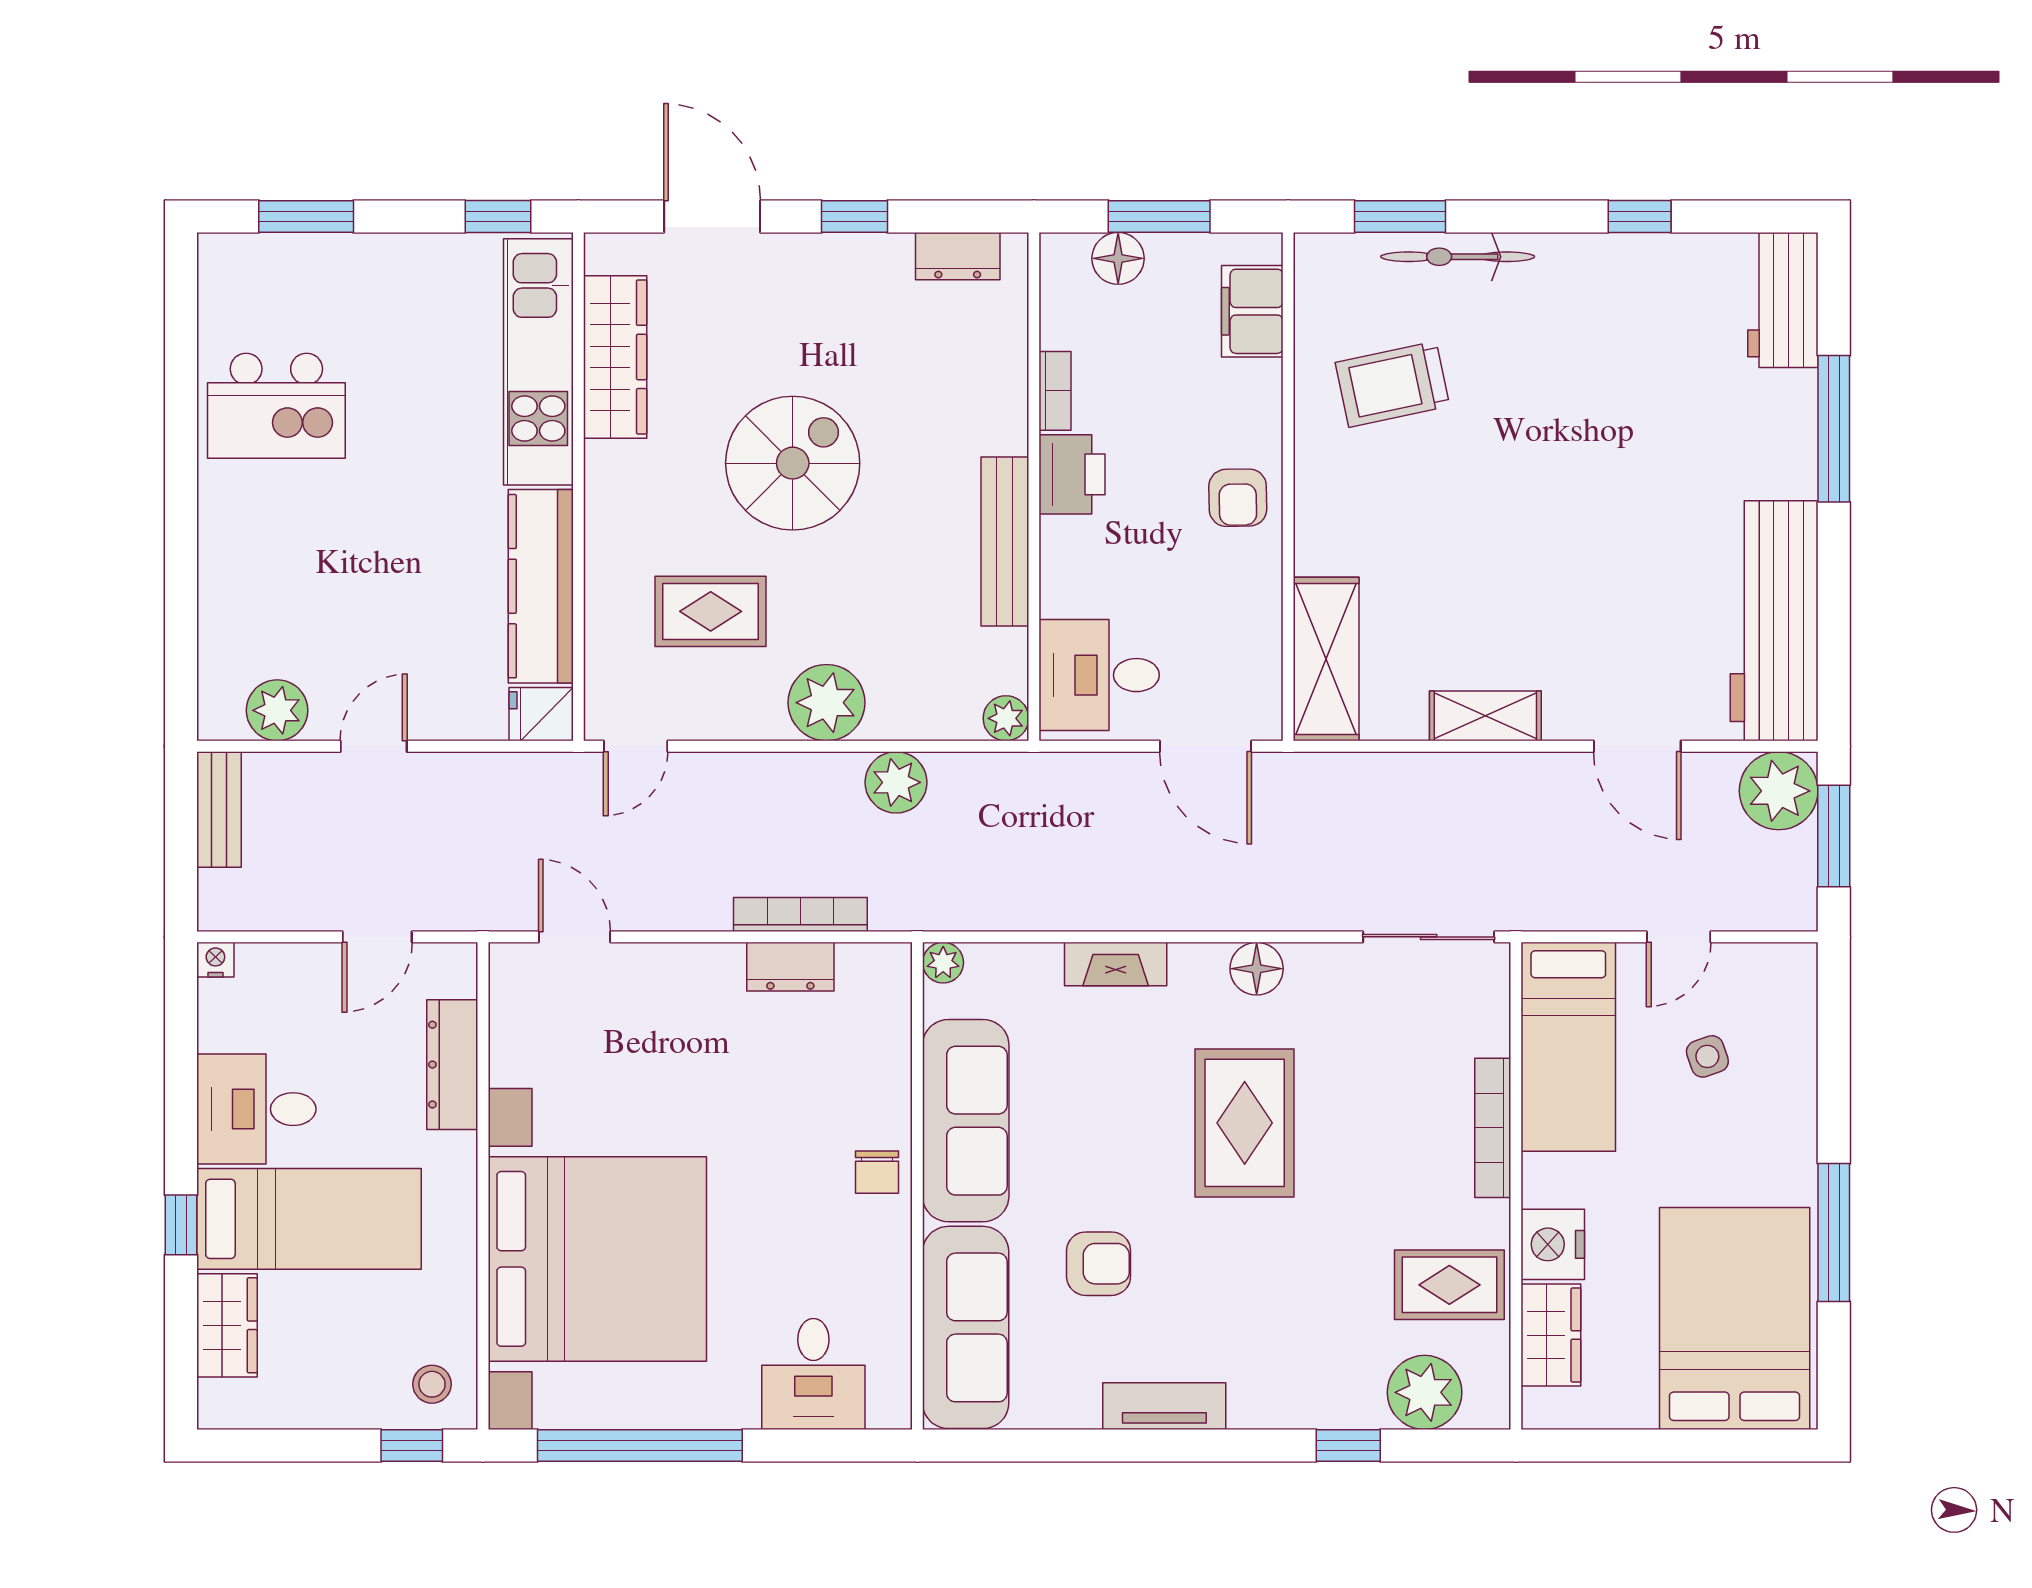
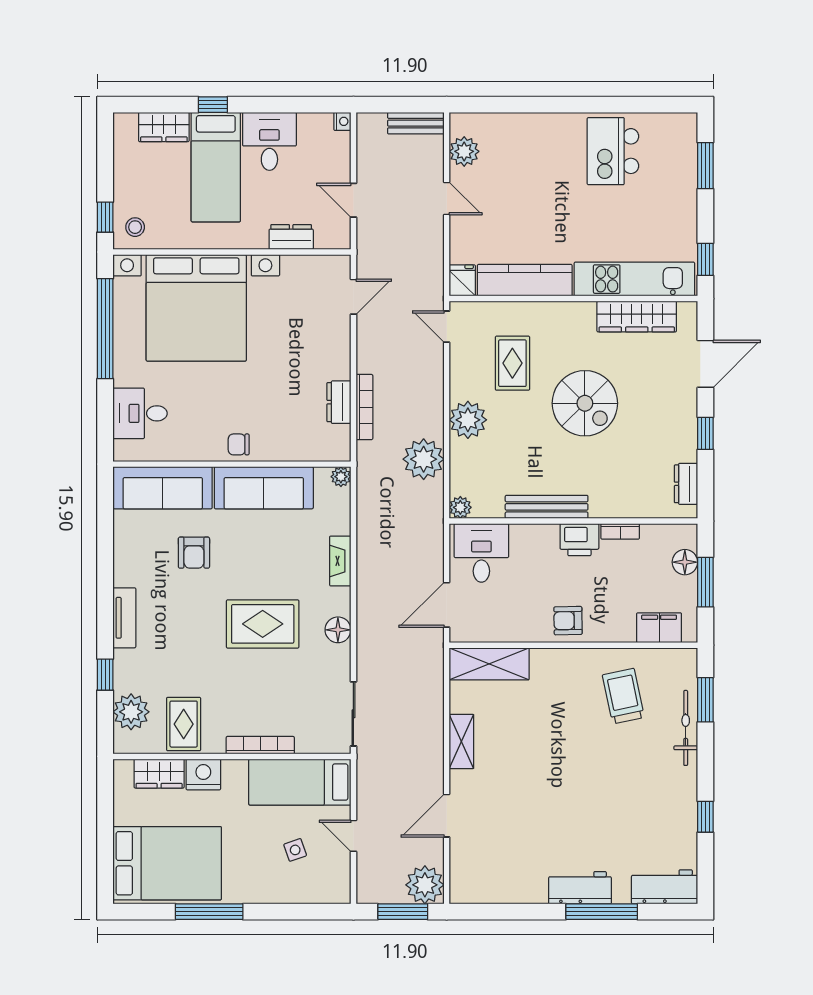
workbench: (1774, 621) -> (580, 888), moved, width x0.53, depth x0.76
plant: (896, 782) -> (424, 459), width x1.36, depth x1.36
dresser: (452, 1065) -> (291, 237), width x0.70
tv unit: (1164, 1406) -> (124, 618), moved

